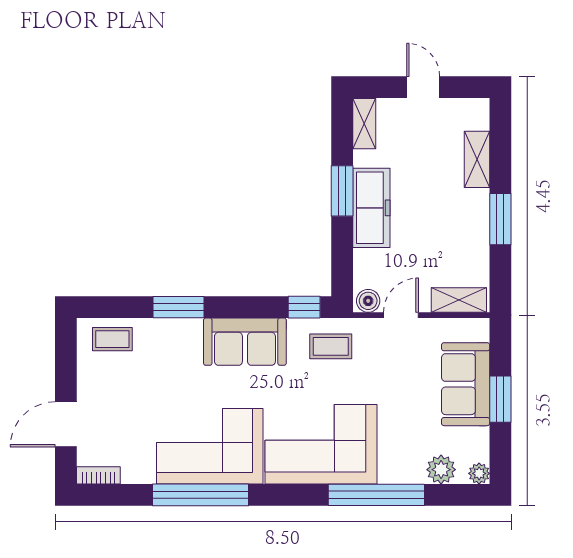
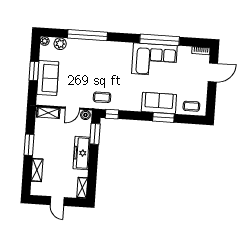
window: (342, 191) -> (95, 134), moved
sofa: (245, 342) -> (159, 103), moved
corner sofa: (321, 444) -> (109, 57), removed

